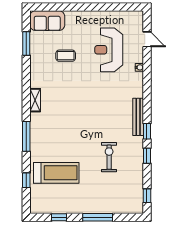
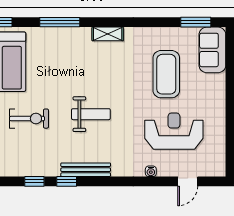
window: (26, 43) -> (196, 22), moved
coffee table: (66, 56) -> (166, 74), width x1.86, depth x1.72
weight bench: (96, 113) -> (91, 114), added
exercise bike: (109, 157) -> (29, 119), moved

